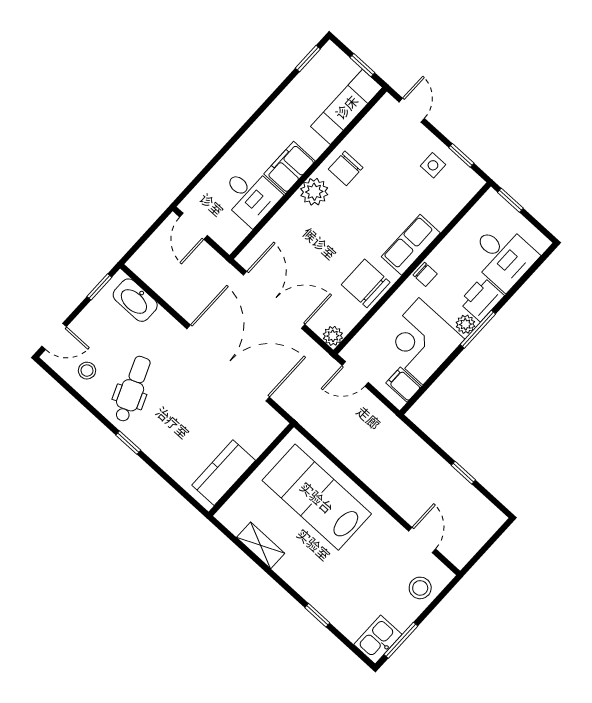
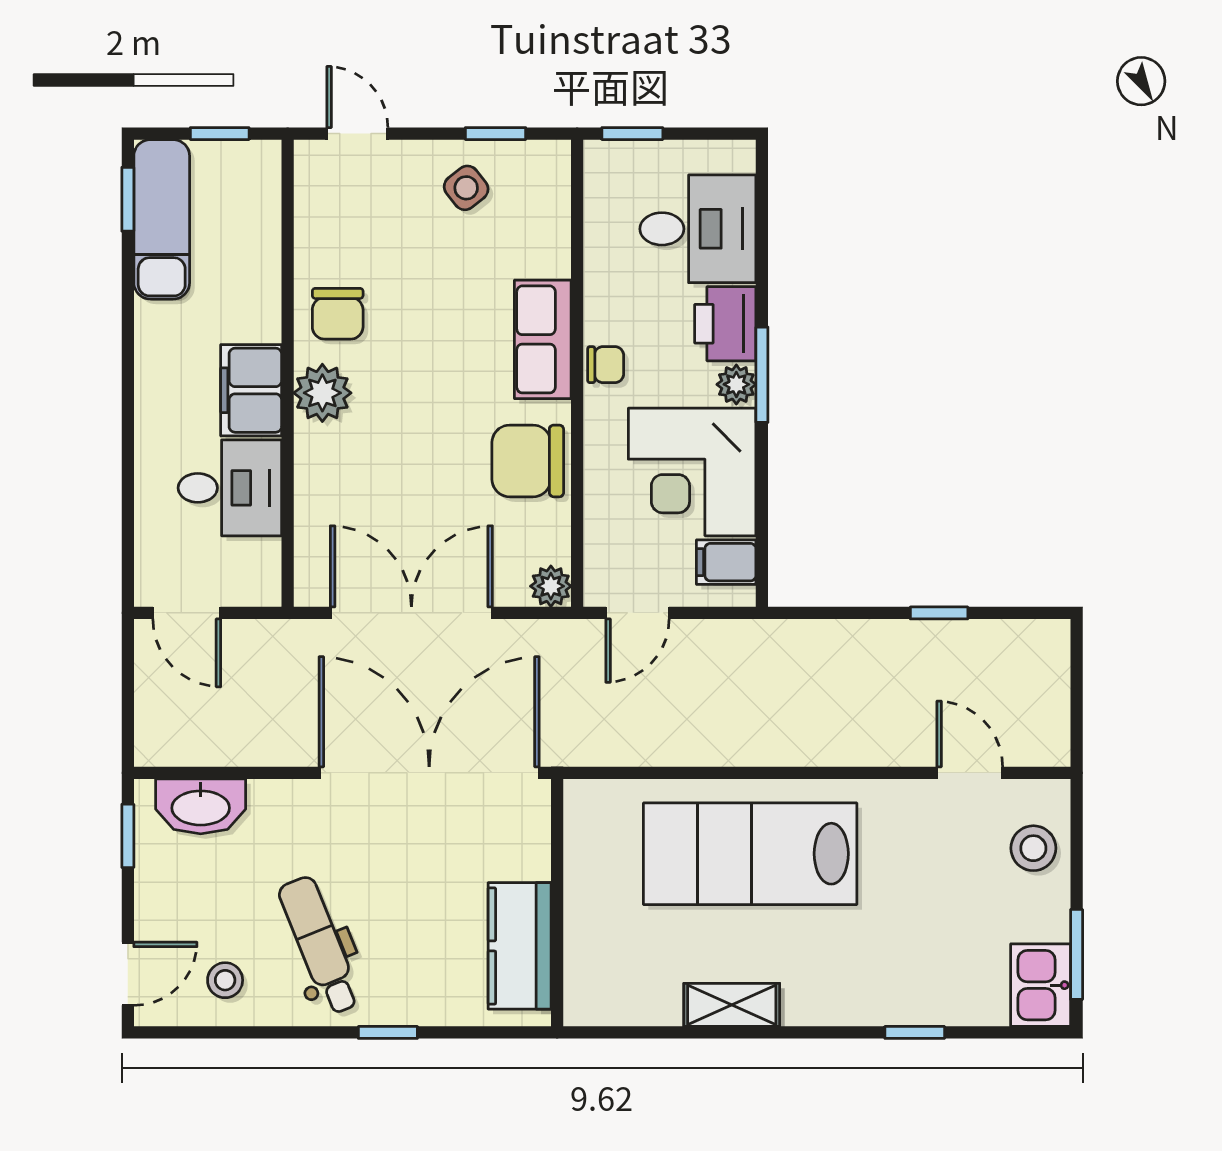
exam couch: (346, 107) -> (162, 219), moved, turned 180
side table: (433, 165) -> (466, 188), turned -38
wall: (251, 469) -> (557, 903), moved
kitchen counter: (224, 473) -> (520, 946), moved

